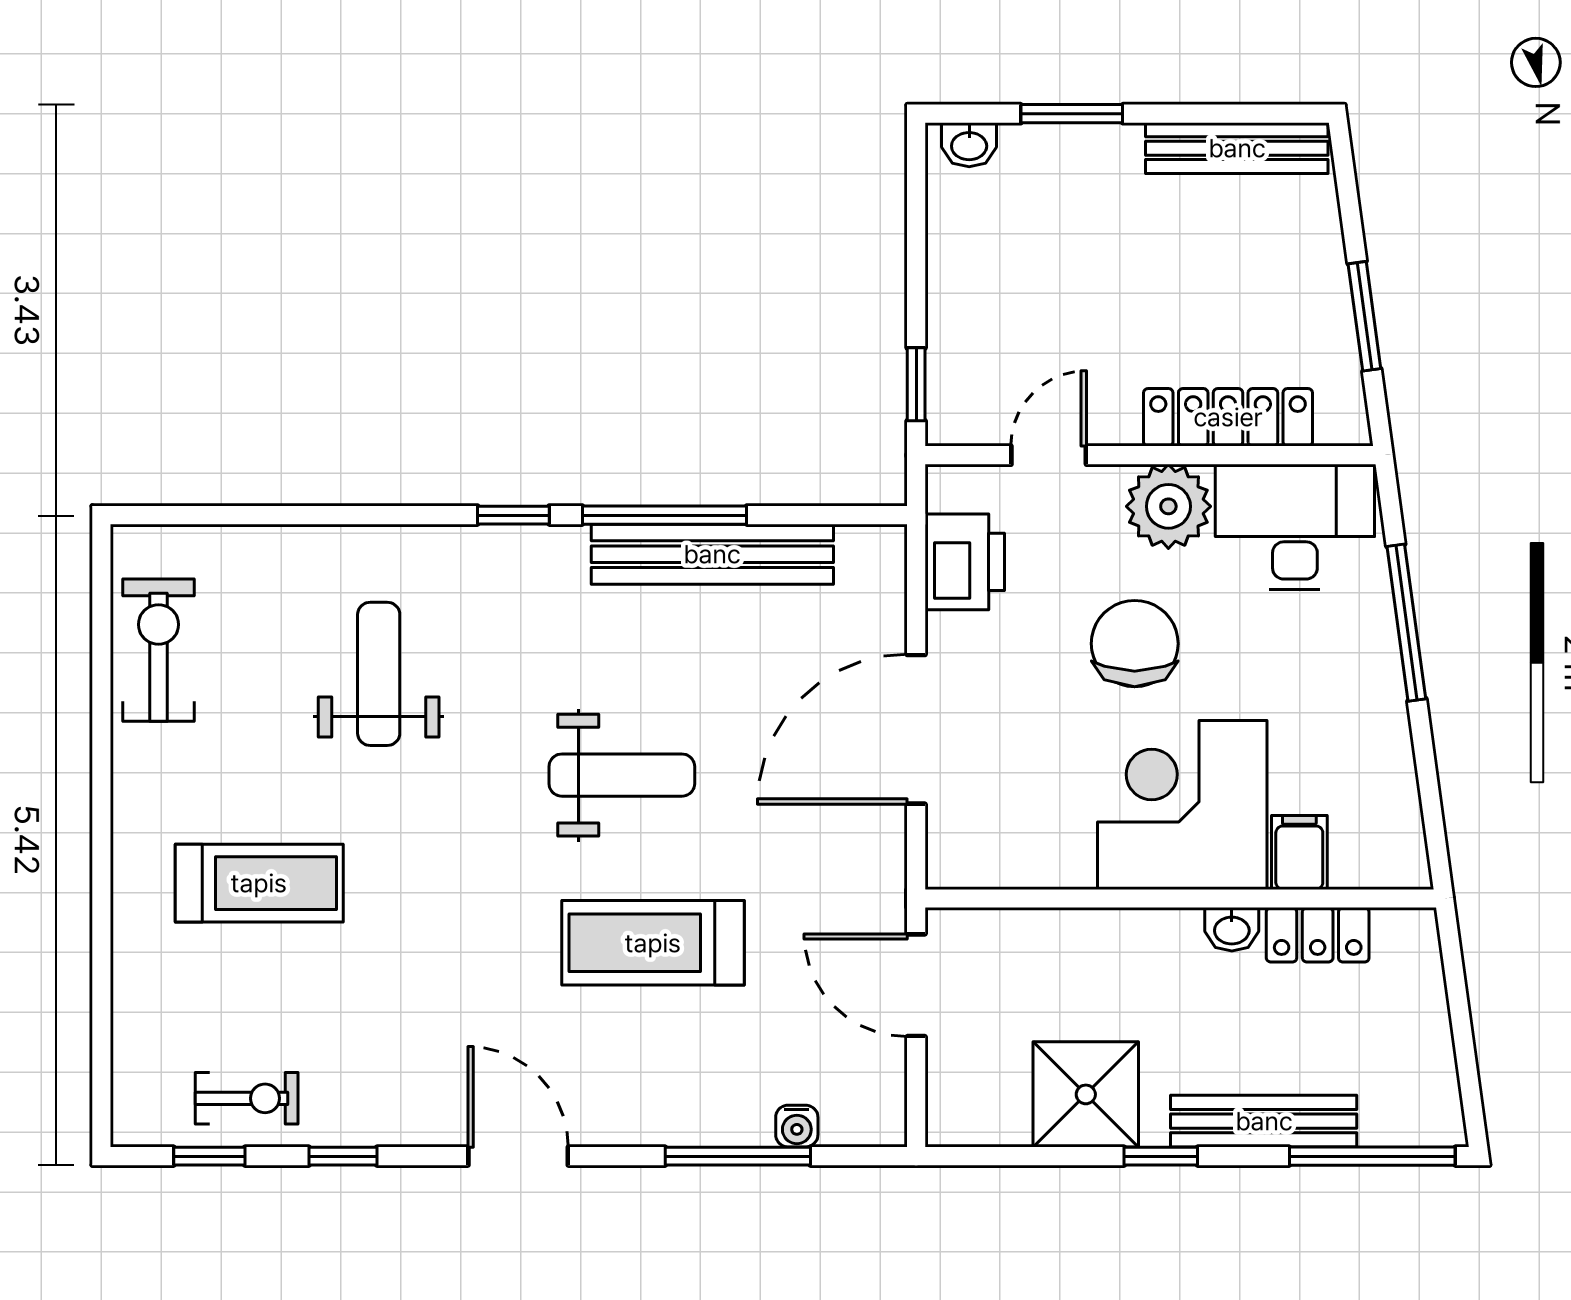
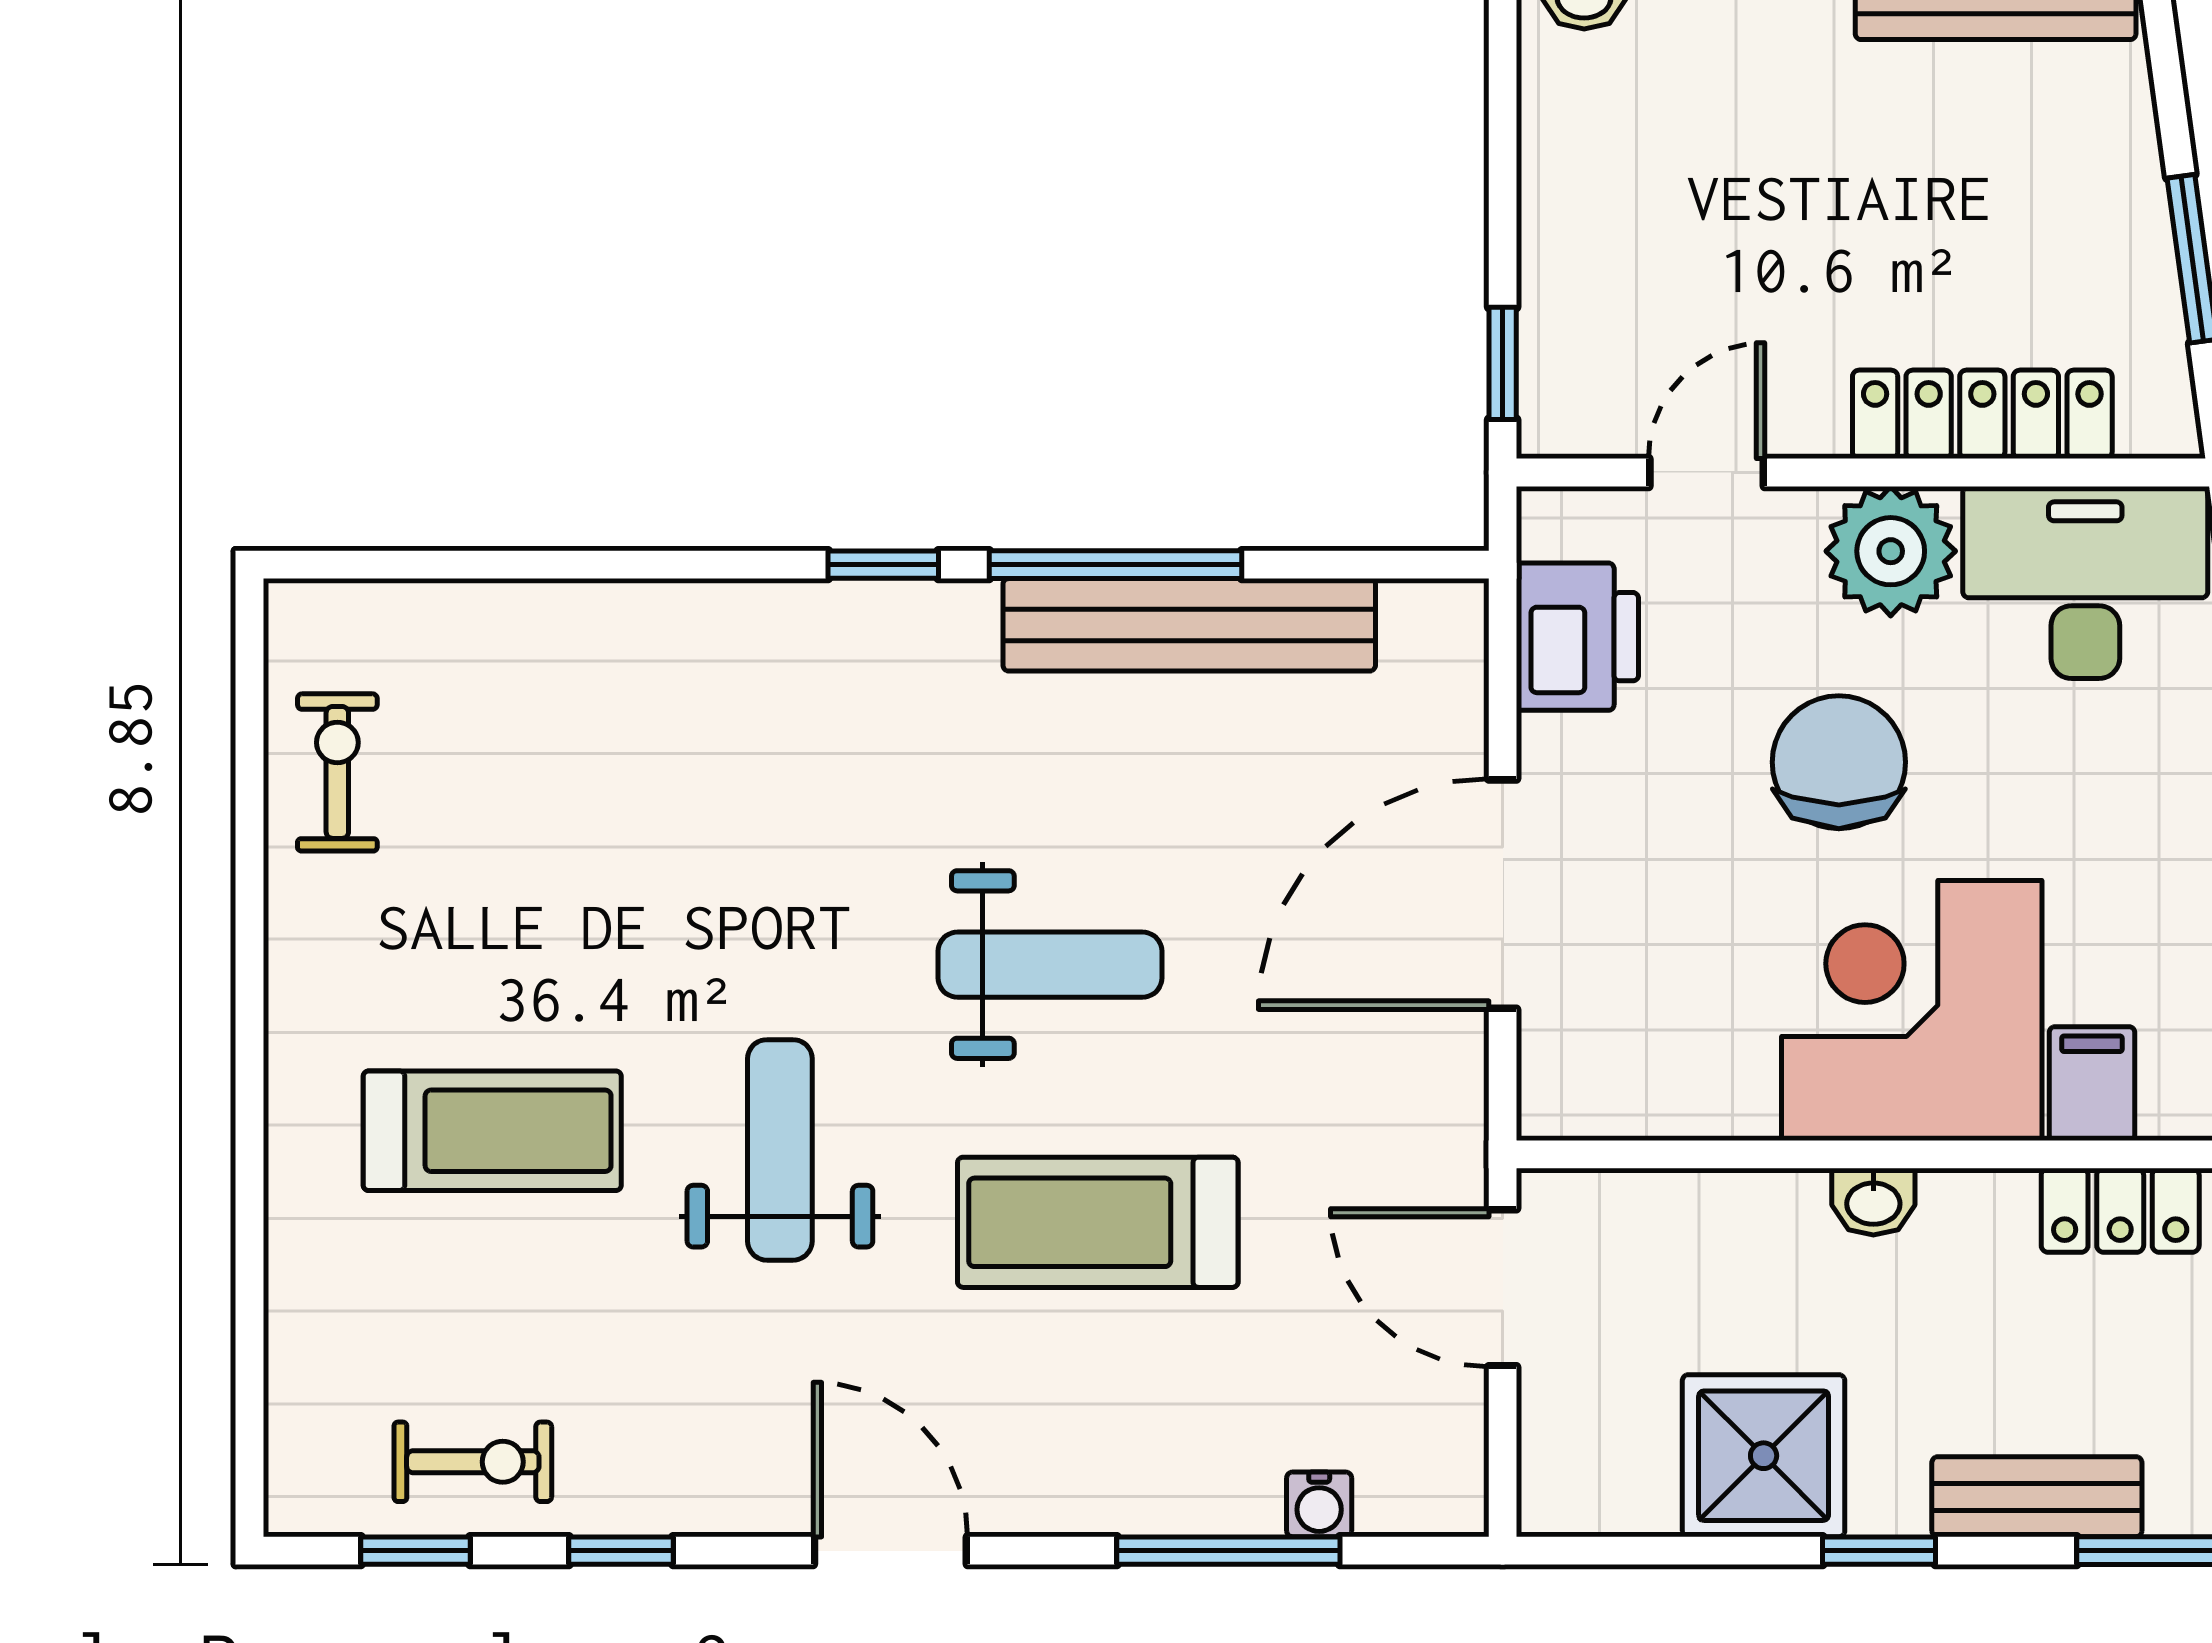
exercise bike: (158, 650) -> (337, 772), width x0.73, depth x0.72
weight bench: (379, 674) -> (780, 1150), moved
washbasin: (1232, 929) -> (1873, 1202), moved
bench: (1264, 1121) -> (2037, 1497), width x0.73

